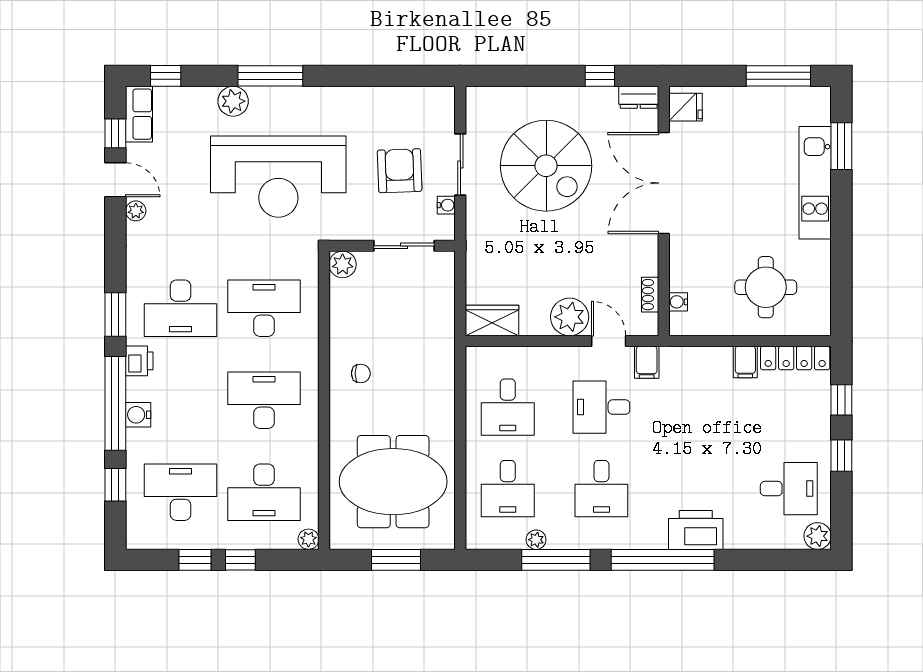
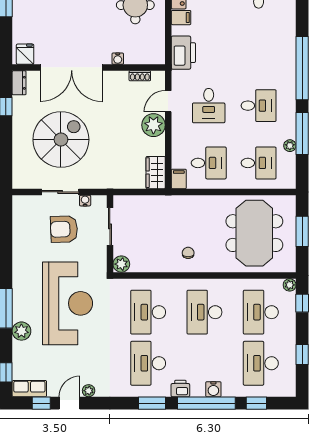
water cooler: (678, 302) -> (118, 59), moved
desk: (180, 308) -> (148, 363), turned 180
filing cabinet: (647, 362) -> (179, 179), moved, turned -90
desk: (264, 492) -> (261, 312), turned 180
printer: (696, 530) -> (183, 53), moved, turned 180
window: (240, 560) -> (302, 303), moved

